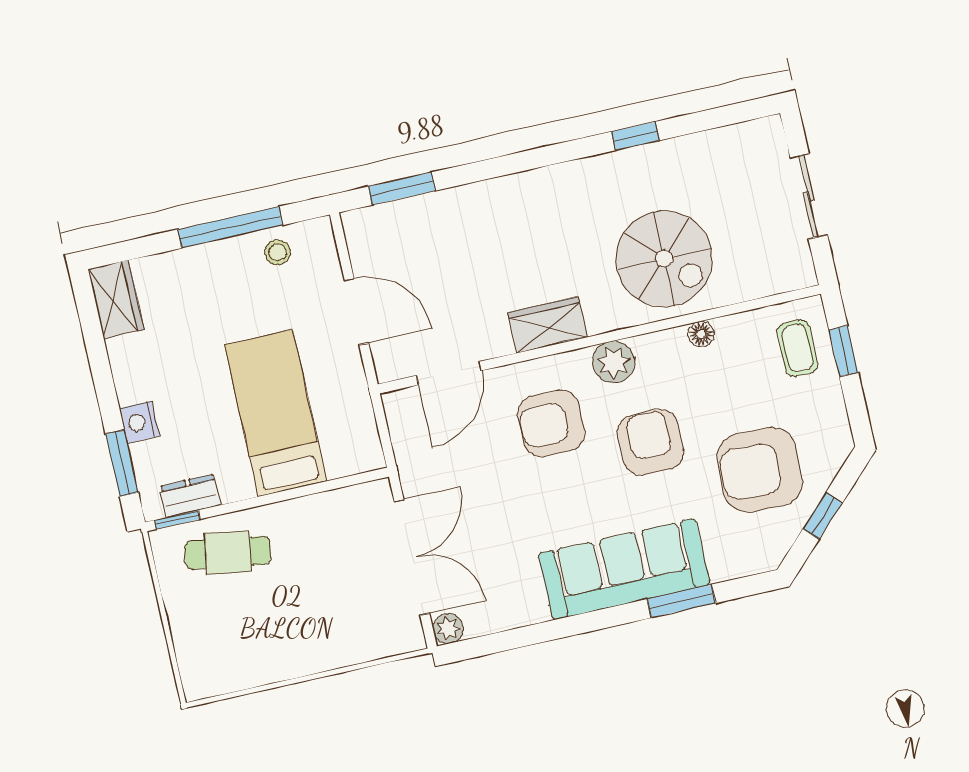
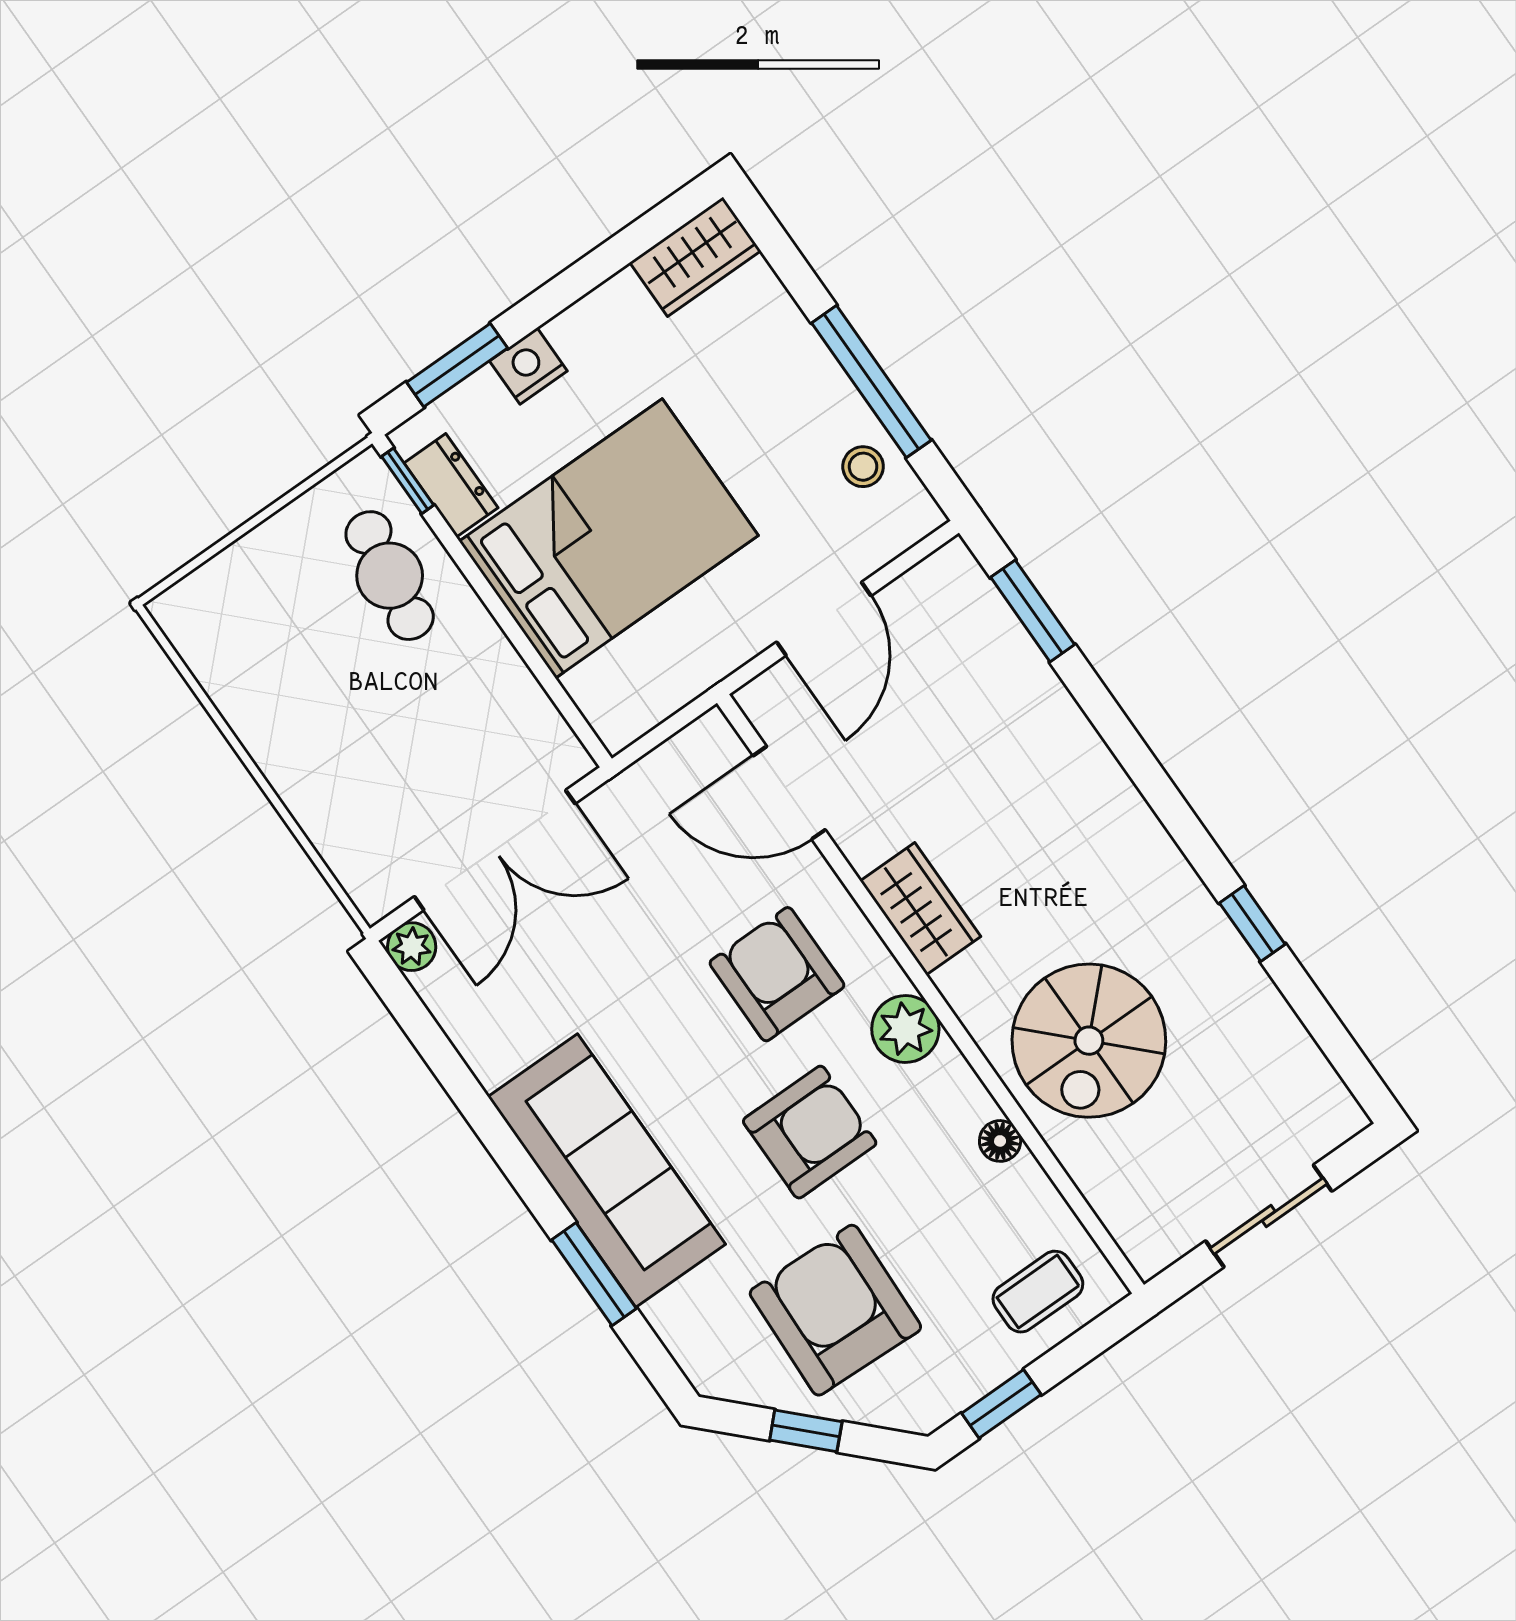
window: (843, 351) -> (1001, 1404), moved
bed: (276, 413) -> (609, 538), width x1.50

